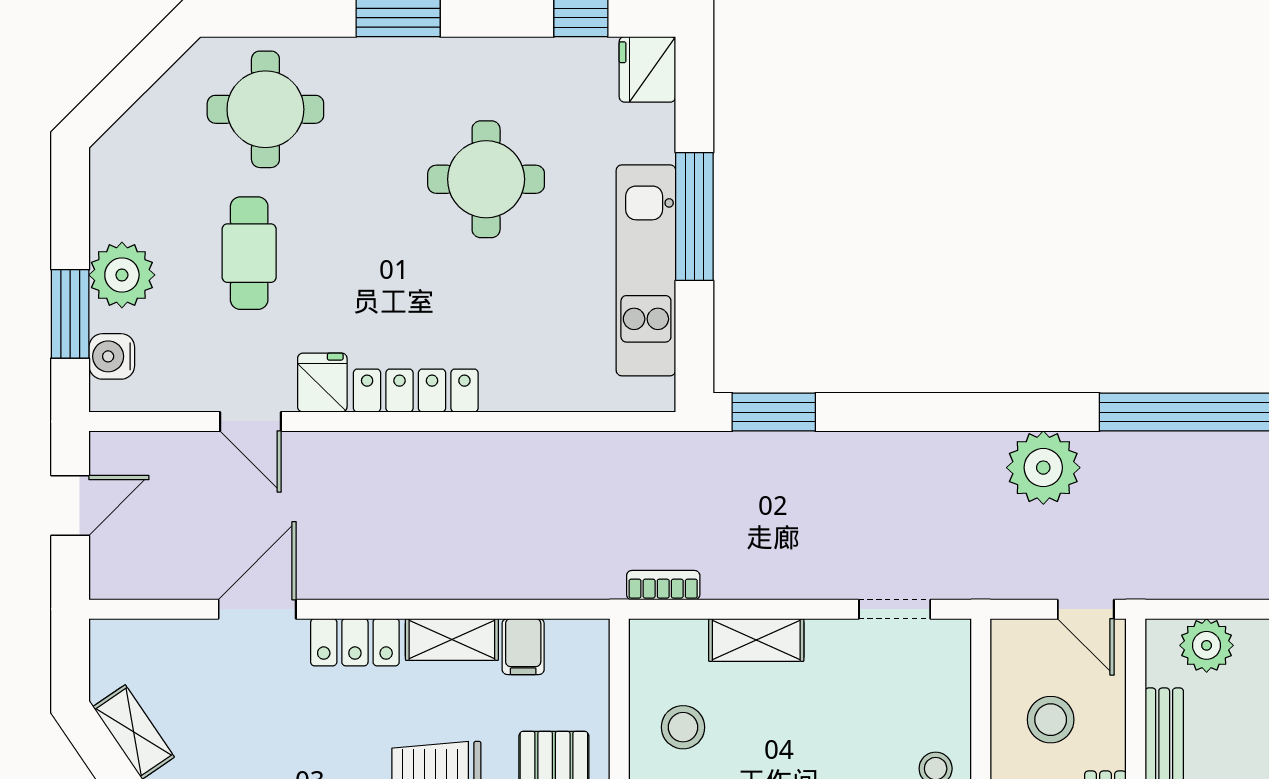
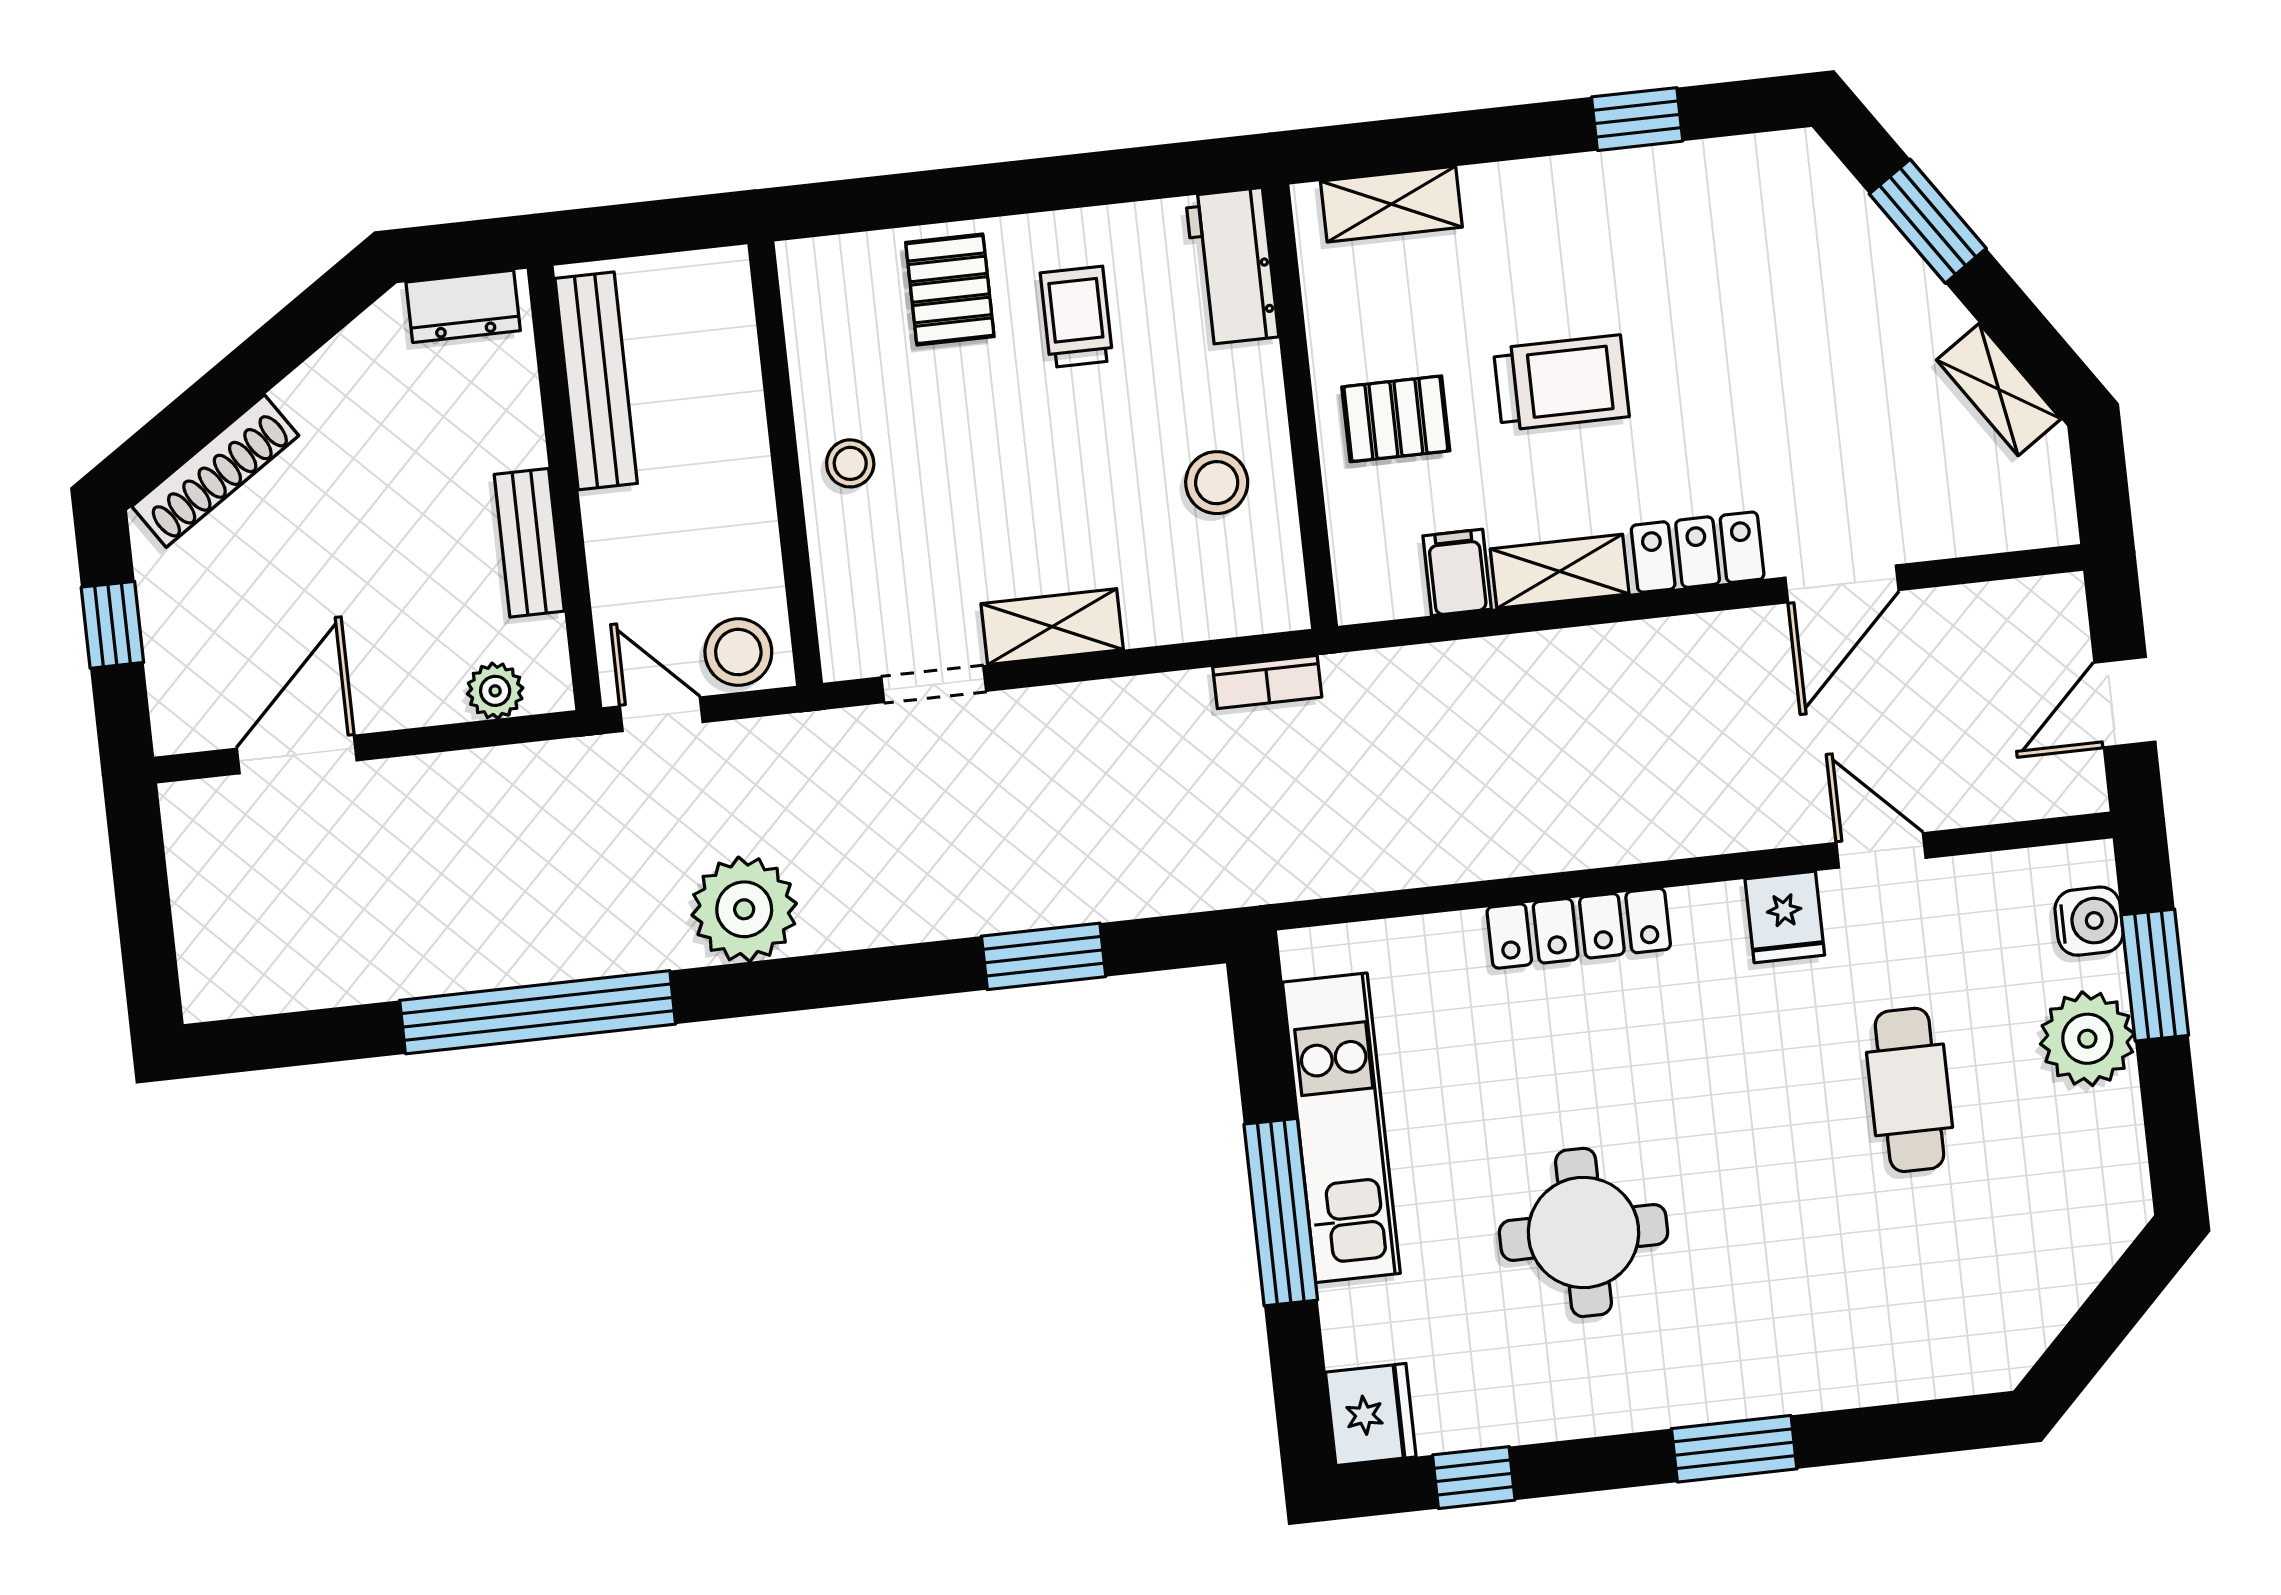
round table: (265, 109) -> (1909, 1297), removed
locker: (416, 391) -> (1579, 928), moved
window: (774, 412) -> (1044, 956), moved
shelving: (756, 640) -> (1052, 627), moved
plant: (1207, 645) -> (495, 691), width x0.73, depth x0.73
stool: (1051, 720) -> (738, 652), moved

